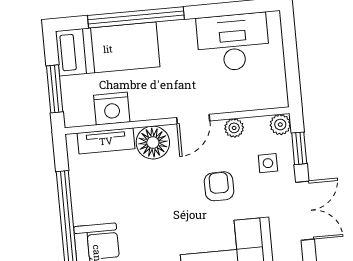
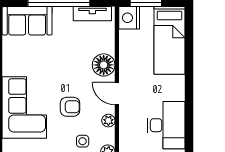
window: (136, 17) -> (189, 61), removed
nightstand: (112, 109) -> (129, 18), moved
tv unit: (106, 141) -> (92, 14), moved, turned -90

